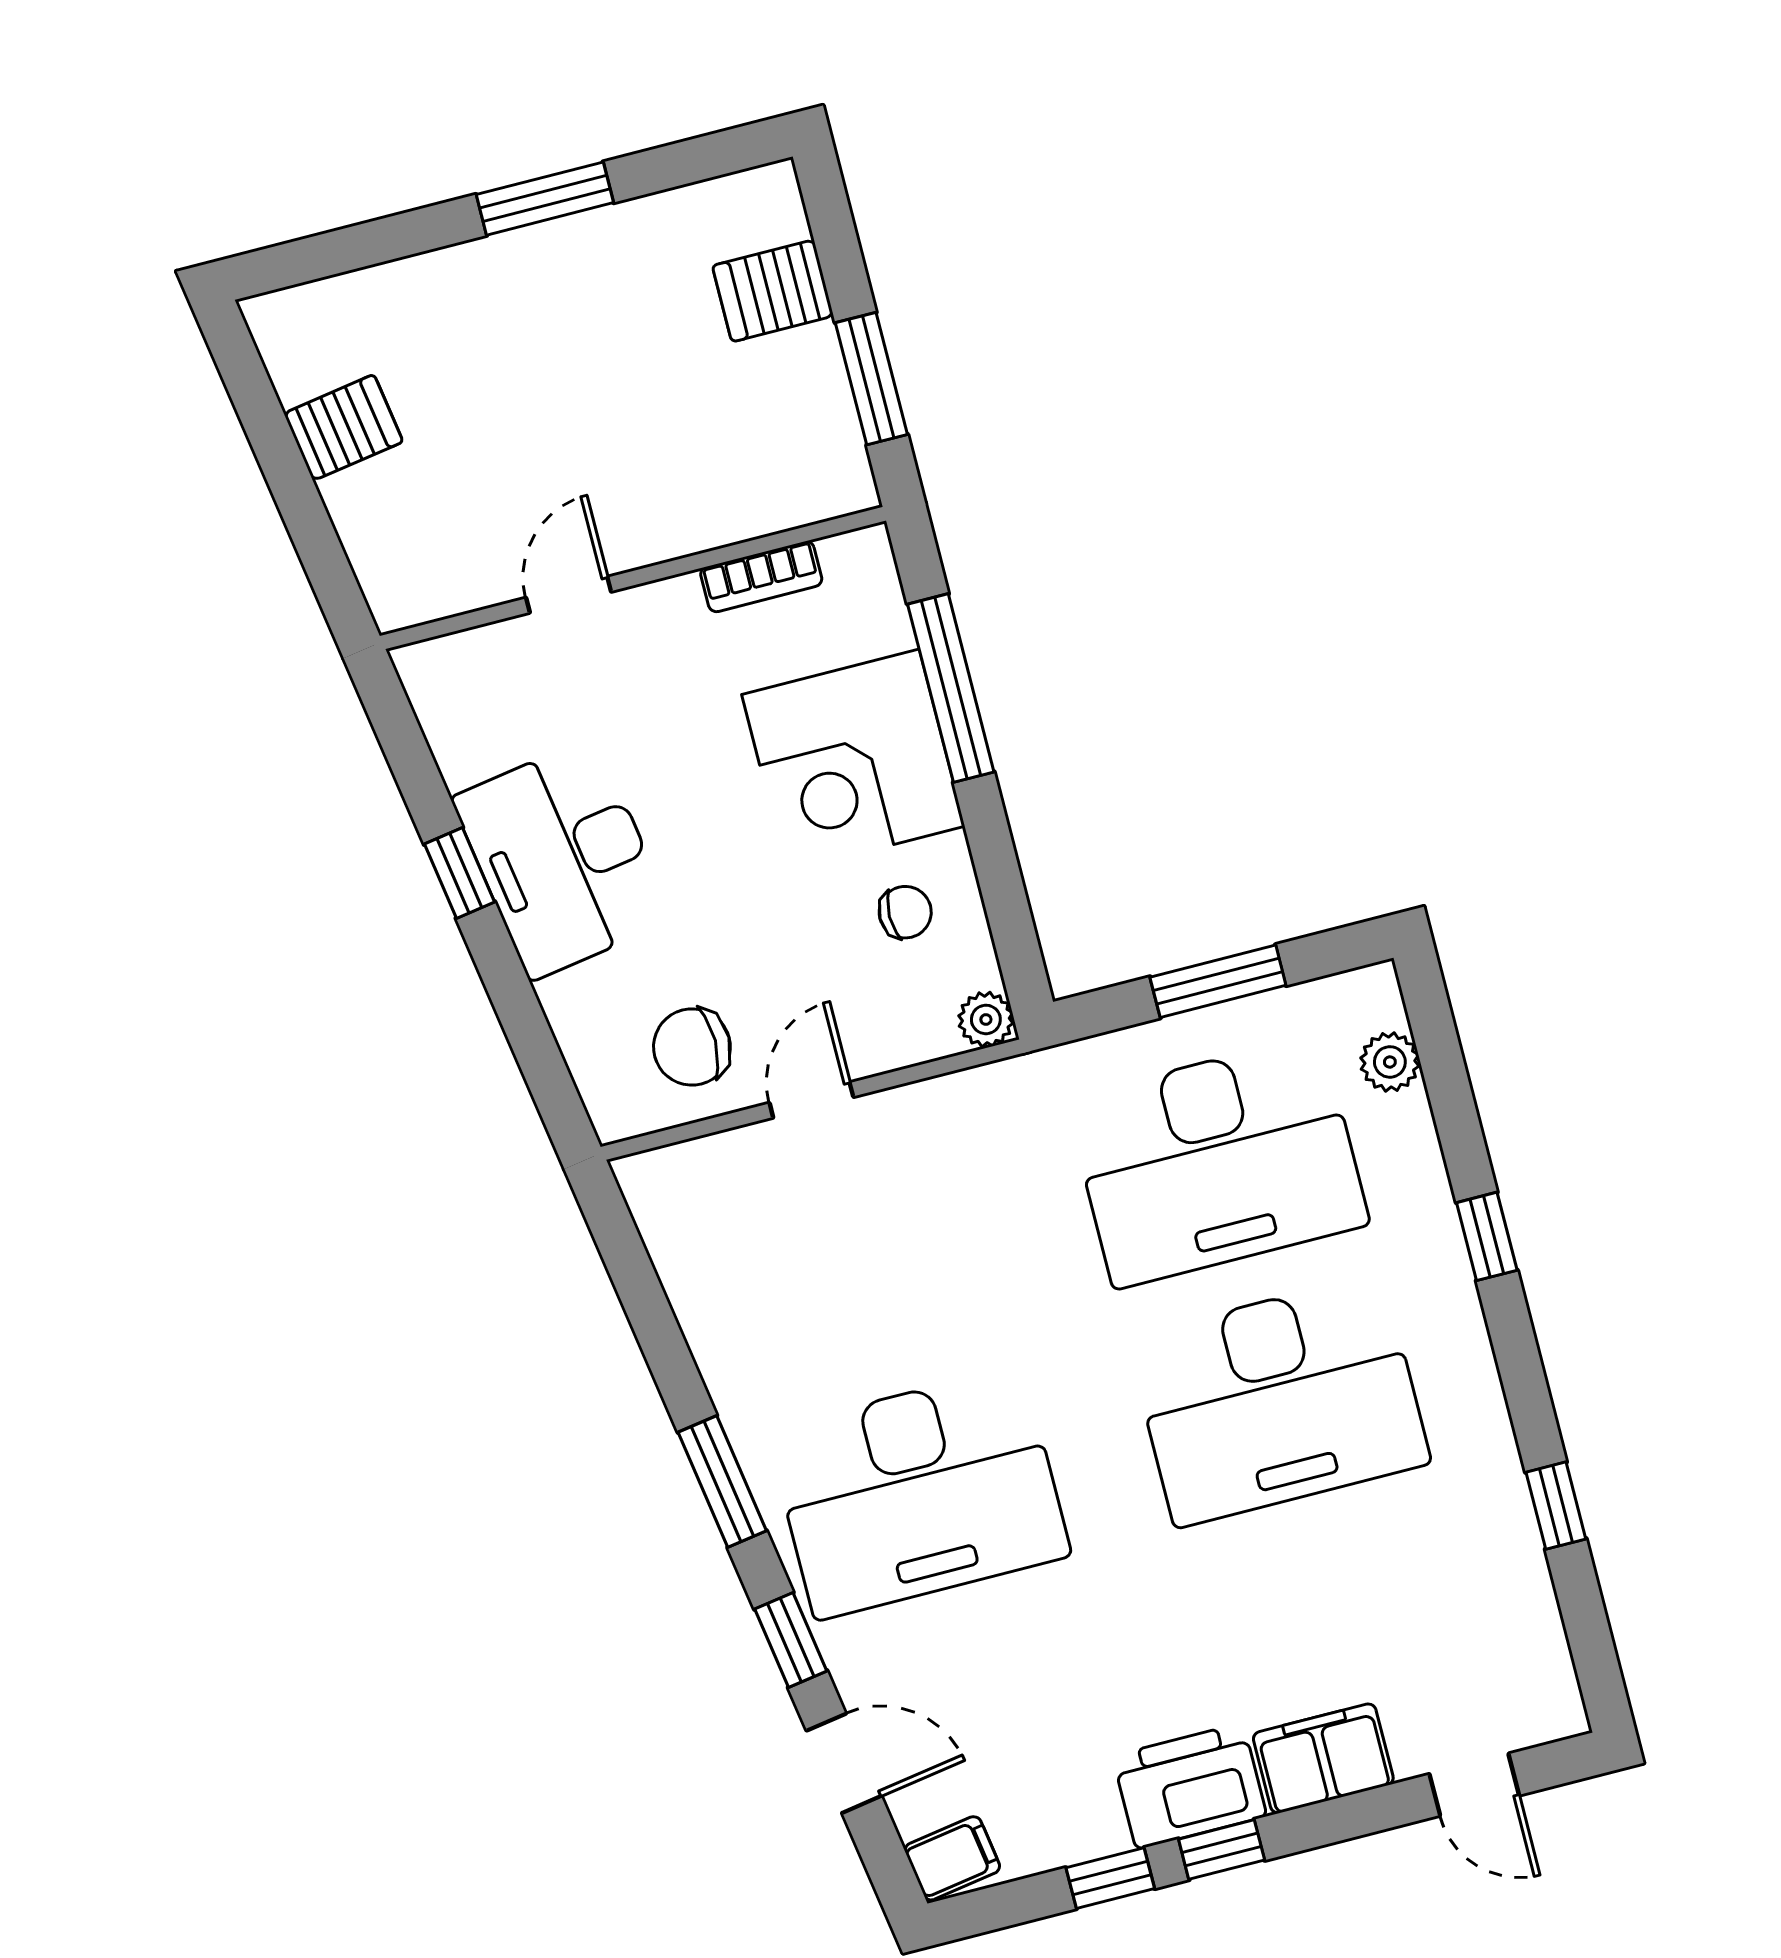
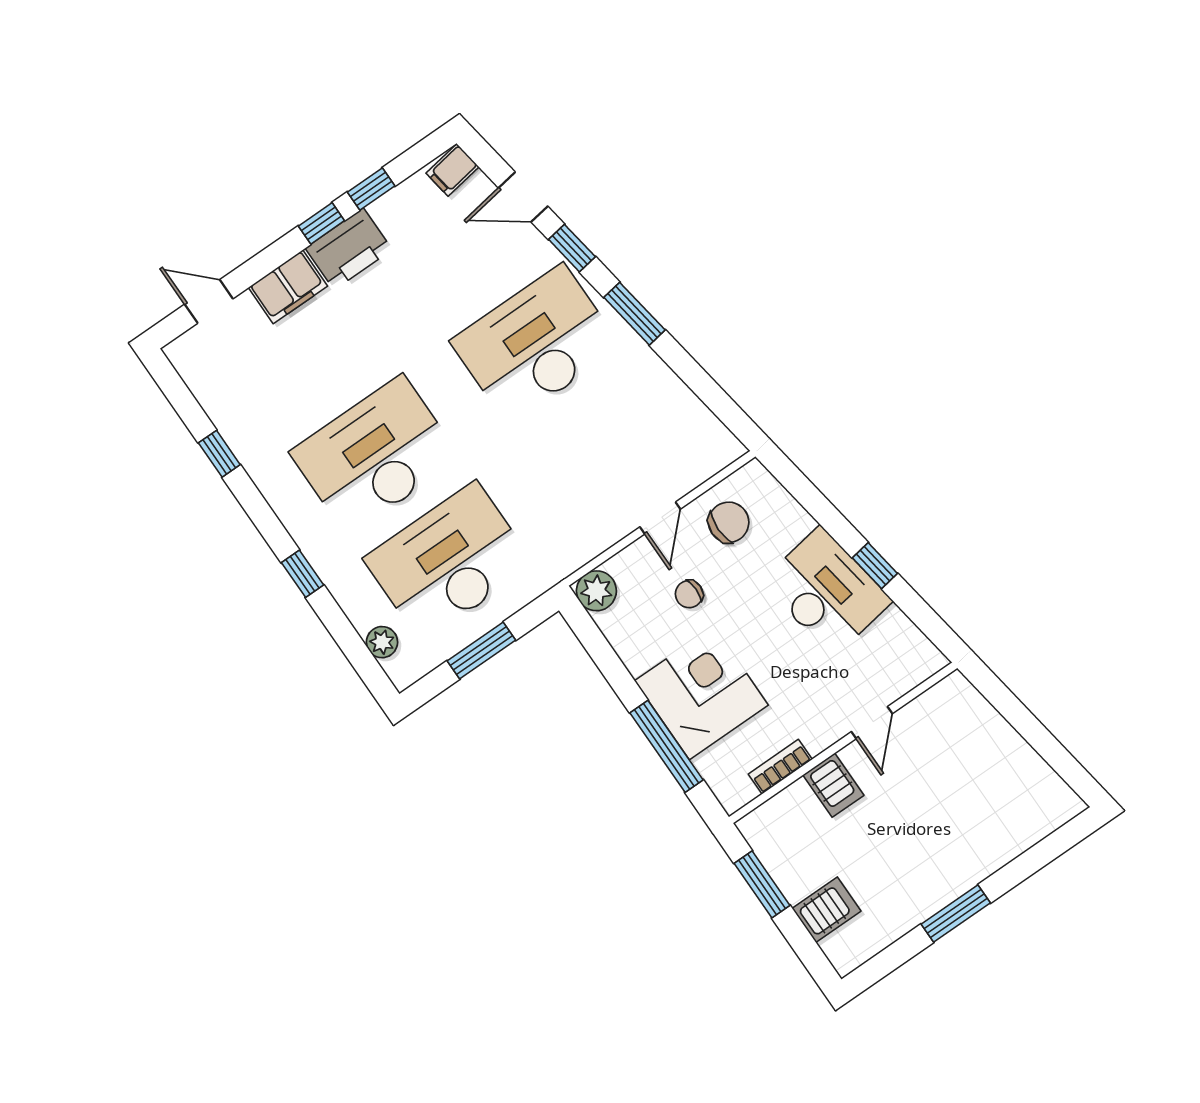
server rack: (343, 428) -> (833, 785), moved, turned -81
chair: (905, 912) -> (689, 594), moved
plant: (986, 1019) -> (596, 591), width x1.38, depth x1.38

